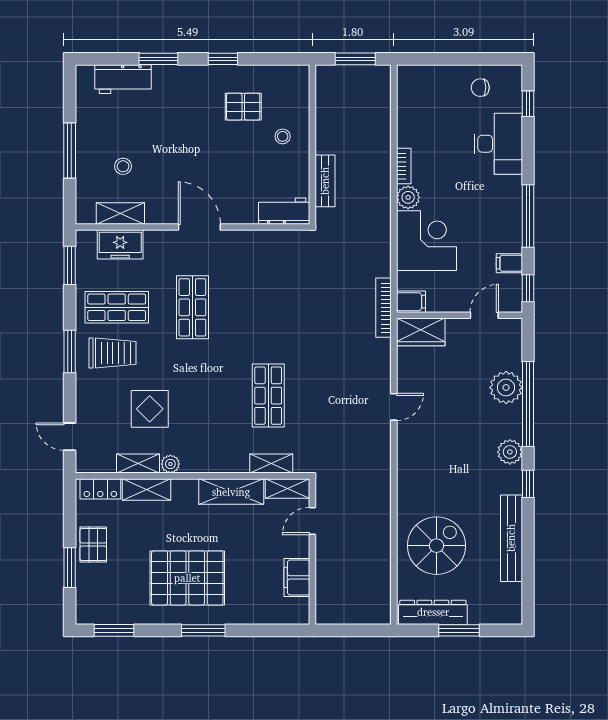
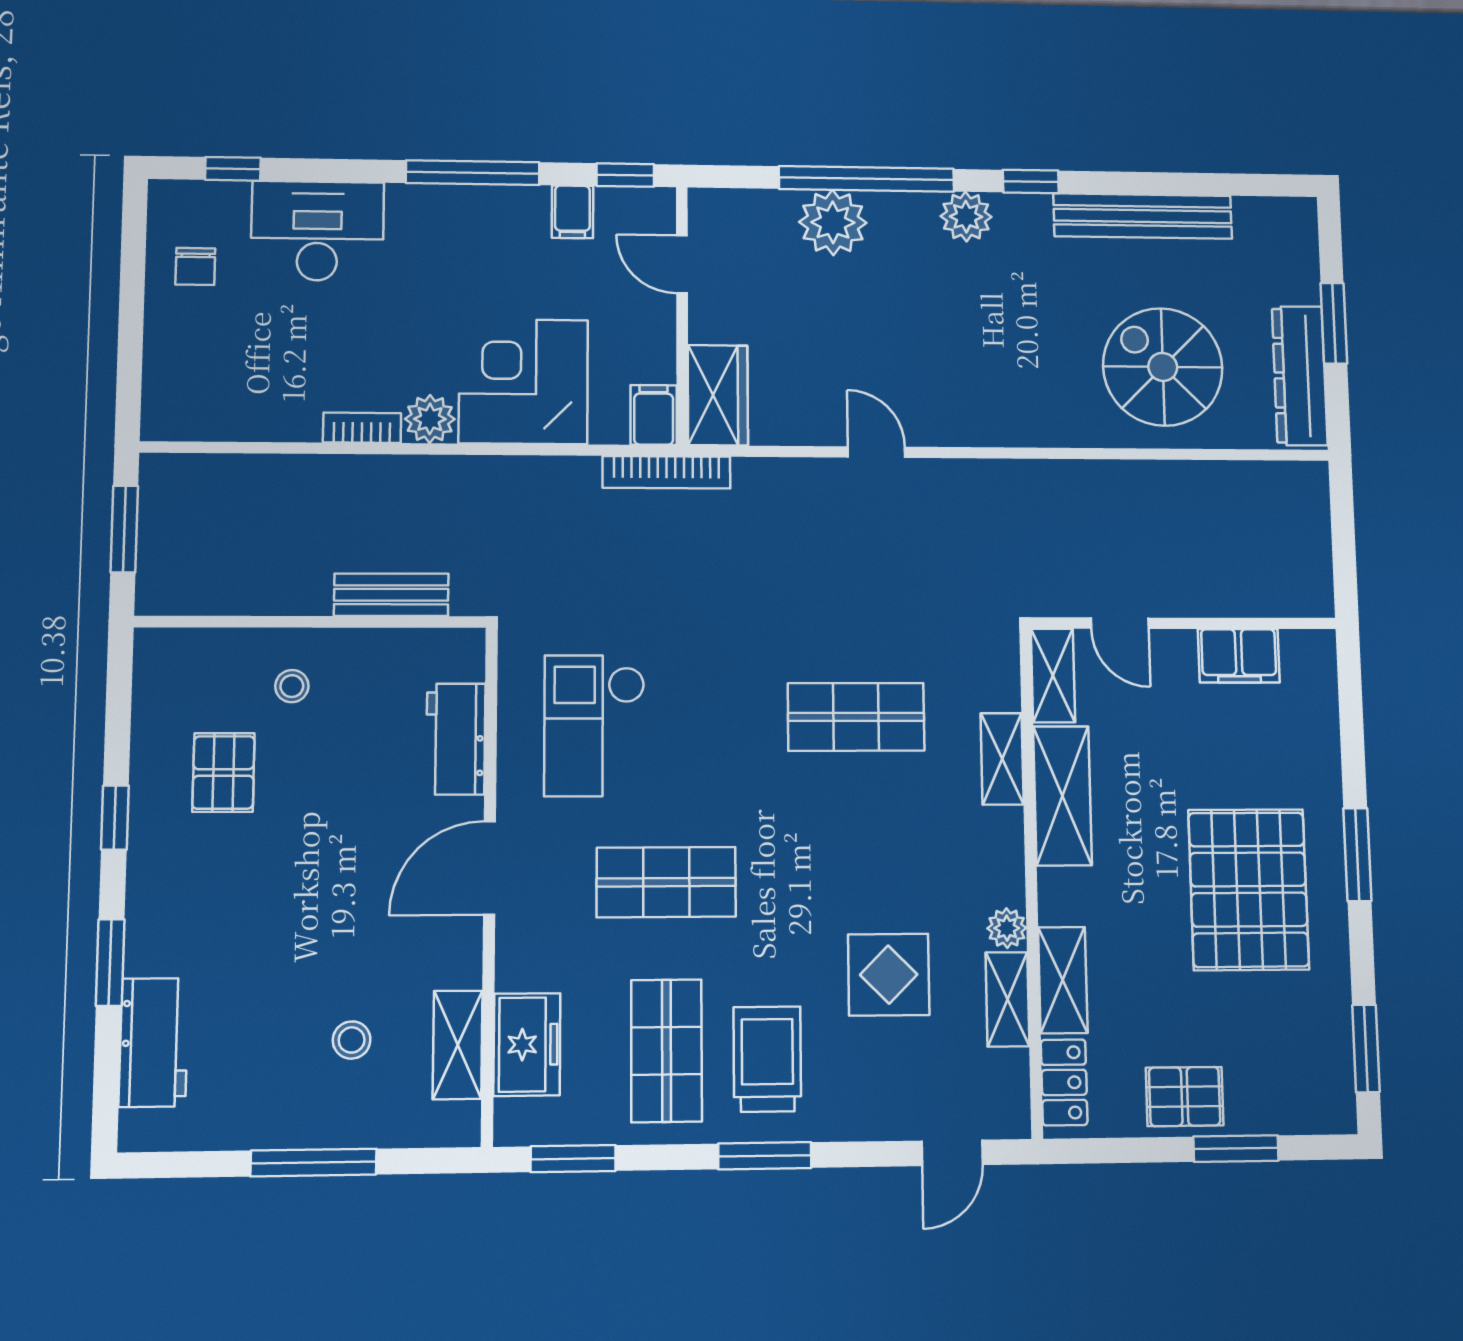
workbench: (284, 211) -> (456, 739), moved
checkout: (264, 274) -> (594, 726), added
shelving: (271, 464) -> (1002, 759), moved

